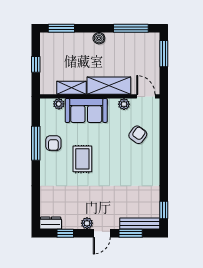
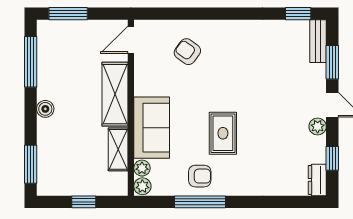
plant: (124, 104) -> (142, 186), moved
rug: (82, 159) -> (223, 133), turned 90
bench: (140, 223) -> (318, 41), width x0.73

